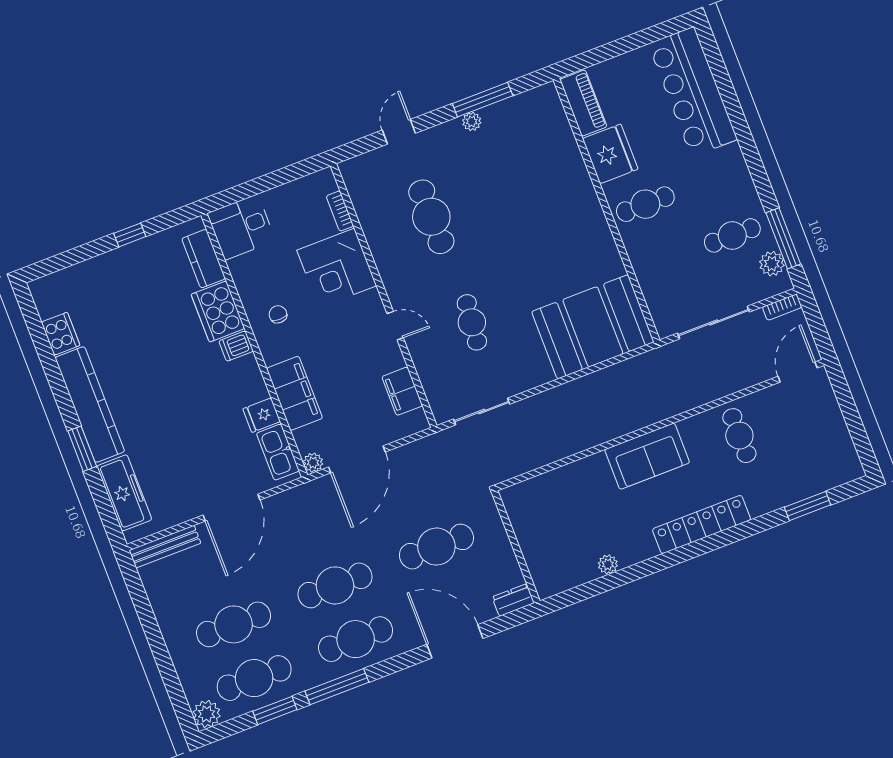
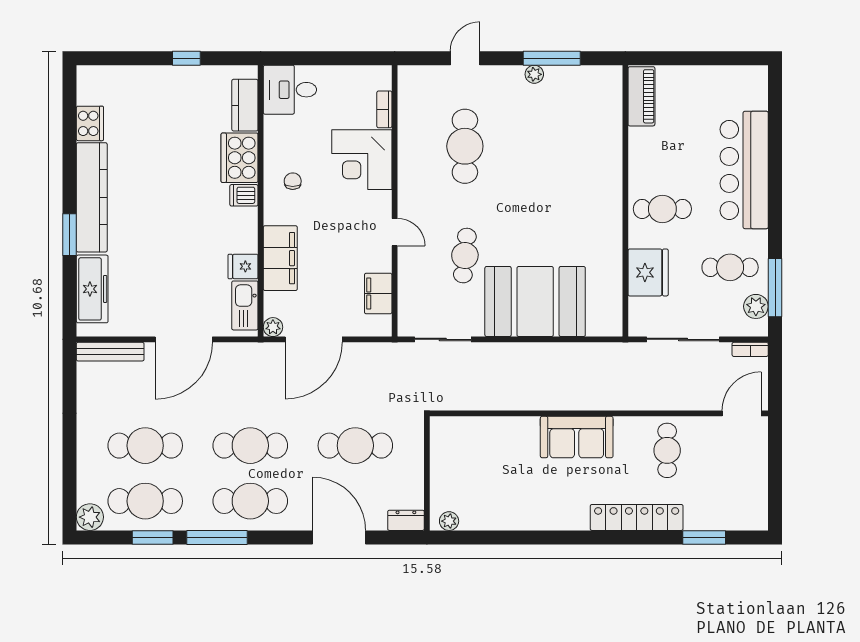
bar counter: (693, 92) -> (744, 170), moved
fridge: (610, 154) -> (648, 272), moved
booth: (593, 327) -> (535, 301), moved
locker: (702, 524) -> (637, 517), moved
plant: (608, 564) -> (449, 521), moved

